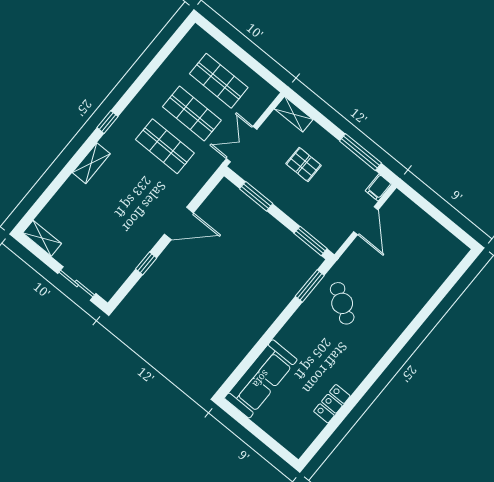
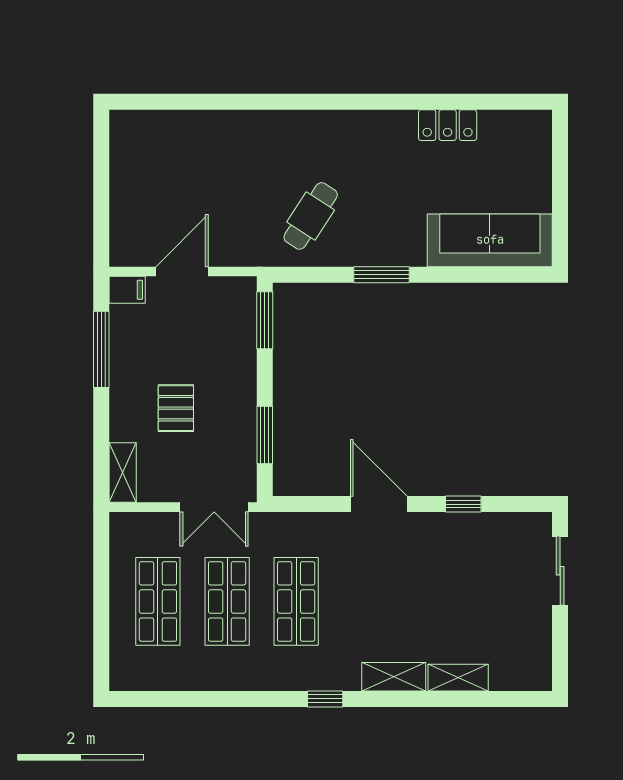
shelving: (42, 238) -> (458, 678), moved, turned 90
window: (310, 286) -> (382, 275), moved

